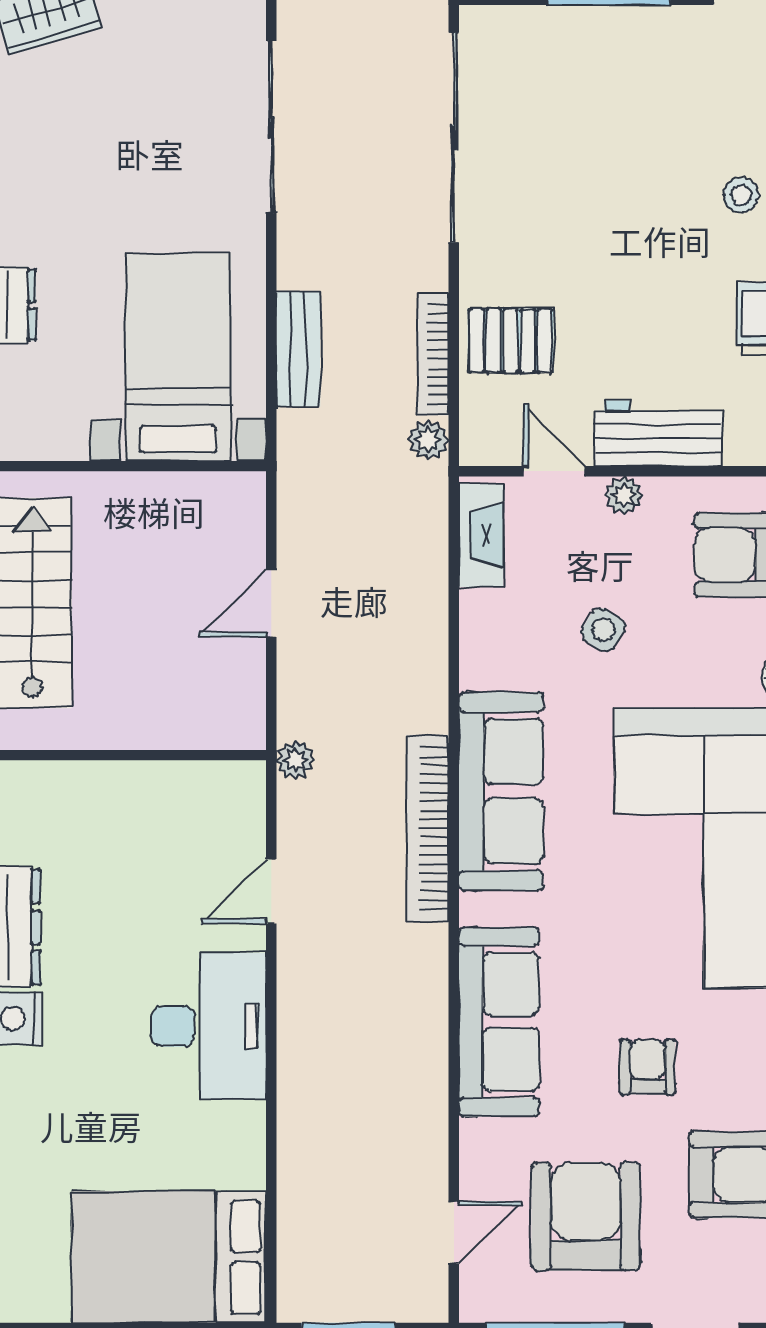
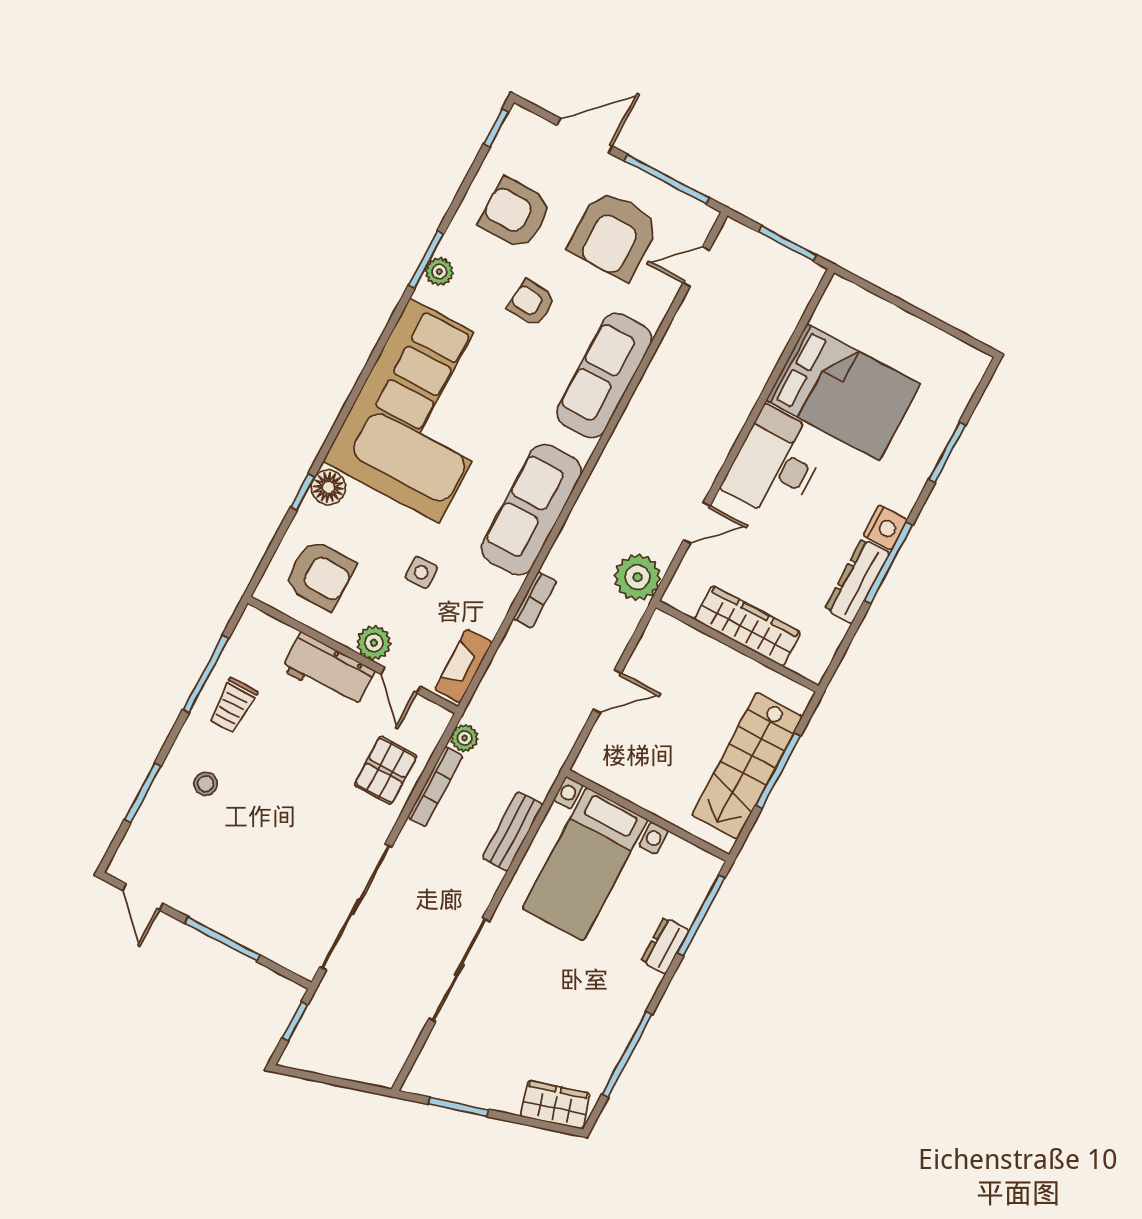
pallet: (511, 341) -> (386, 770), turned 90
plant: (624, 495) -> (374, 643), width x1.38, depth x1.38
side table: (603, 630) -> (421, 572), turned -30
plant: (295, 760) -> (637, 577), width x1.88, depth x1.88
wardrobe: (130, 790) -> (748, 626), added
bookcase: (427, 829) -> (535, 600), moved, width x0.43, depth x0.76
armchair: (648, 1067) -> (531, 303), turned 95
bed: (169, 1257) -> (843, 392), moved

